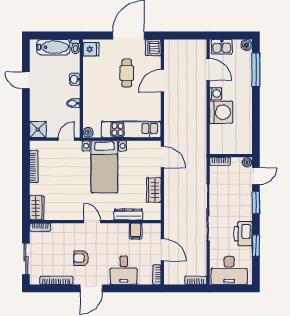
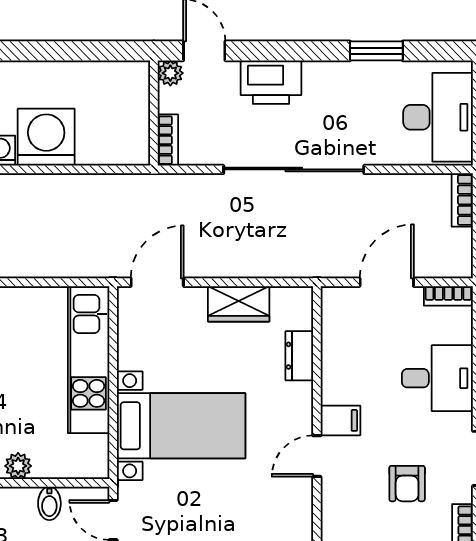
bidet: (73, 103) -> (49, 503), moved
plant: (88, 132) -> (18, 466), moved
window: (256, 203) -> (270, 51), removed
dresser: (128, 214) -> (299, 356), width x0.70
filing cabinet: (136, 231) -> (340, 420), moved
printer: (243, 234) -> (271, 82), moved

